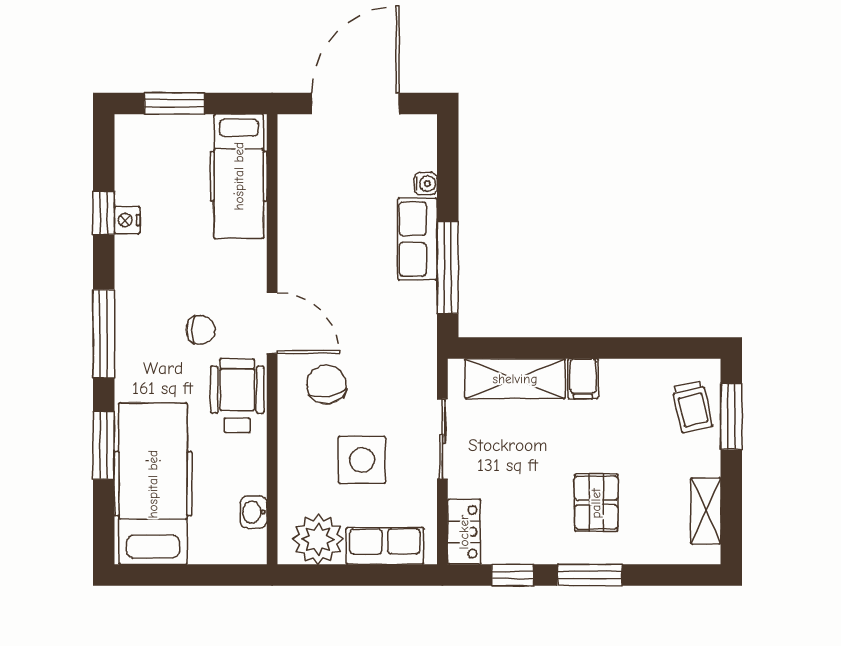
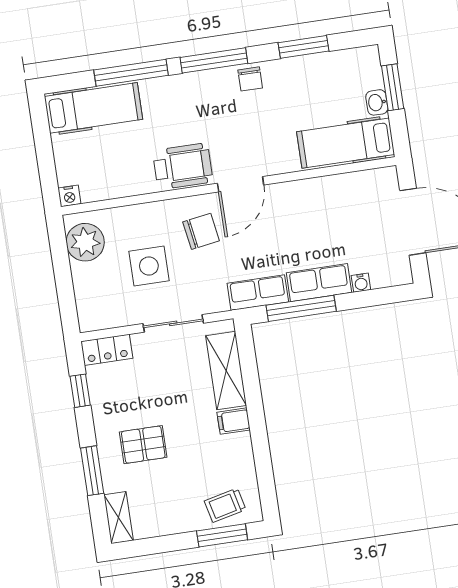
window: (104, 213) -> (304, 47), width x1.50
nightstand: (127, 220) -> (69, 196), moved, turned 180
chair: (201, 330) -> (250, 79), moved
window: (104, 445) -> (131, 73), width x1.44
hospital bed: (153, 484) -> (93, 108), width x0.73, depth x0.78
shelving: (706, 511) -> (119, 518), moved, turned 90
washbasin: (254, 512) -> (377, 102), moved, turned -90
row of seats: (385, 546) -> (258, 293), moved, turned -90
window: (590, 575) -> (92, 471), moved

